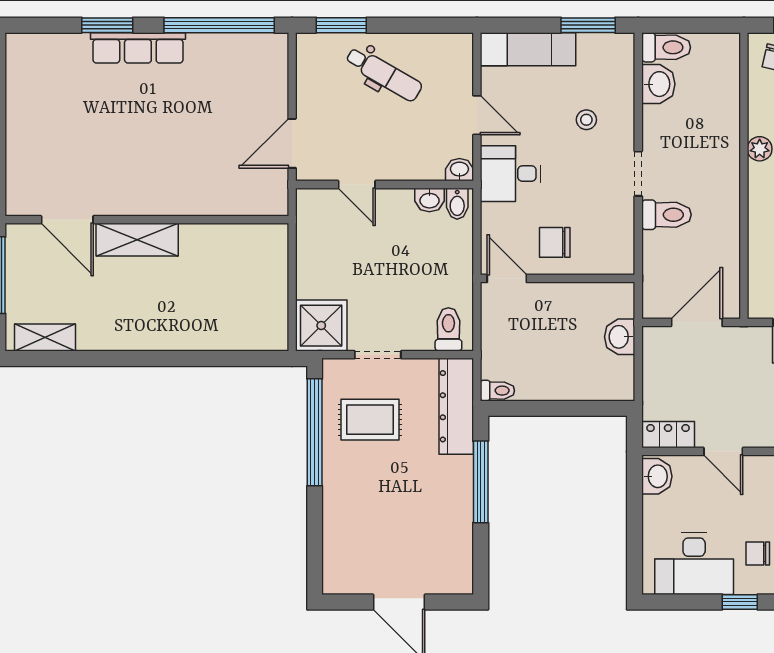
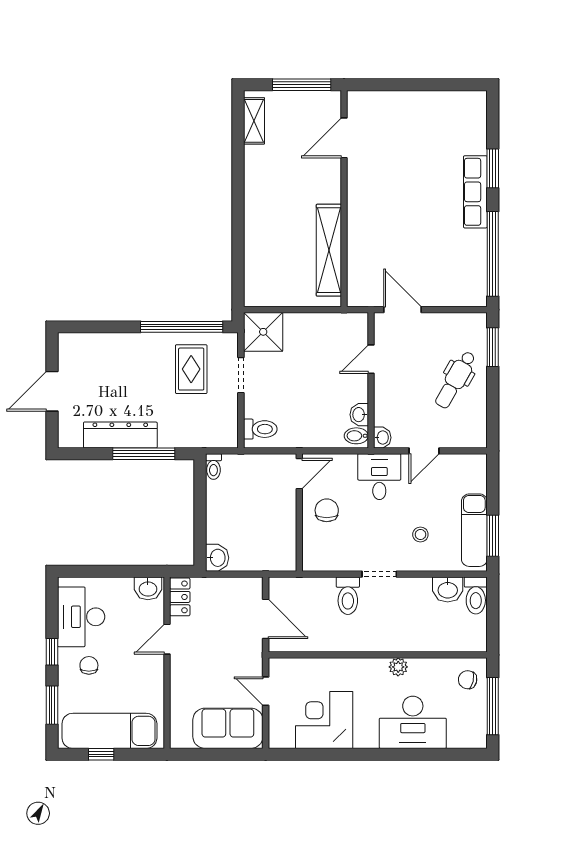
exam couch: (528, 49) -> (474, 530), moved
shelving: (137, 240) -> (329, 250), moved, width x1.47
washbasin: (620, 337) -> (217, 558), moved, turned 90
dresser: (456, 406) -> (120, 435), moved

